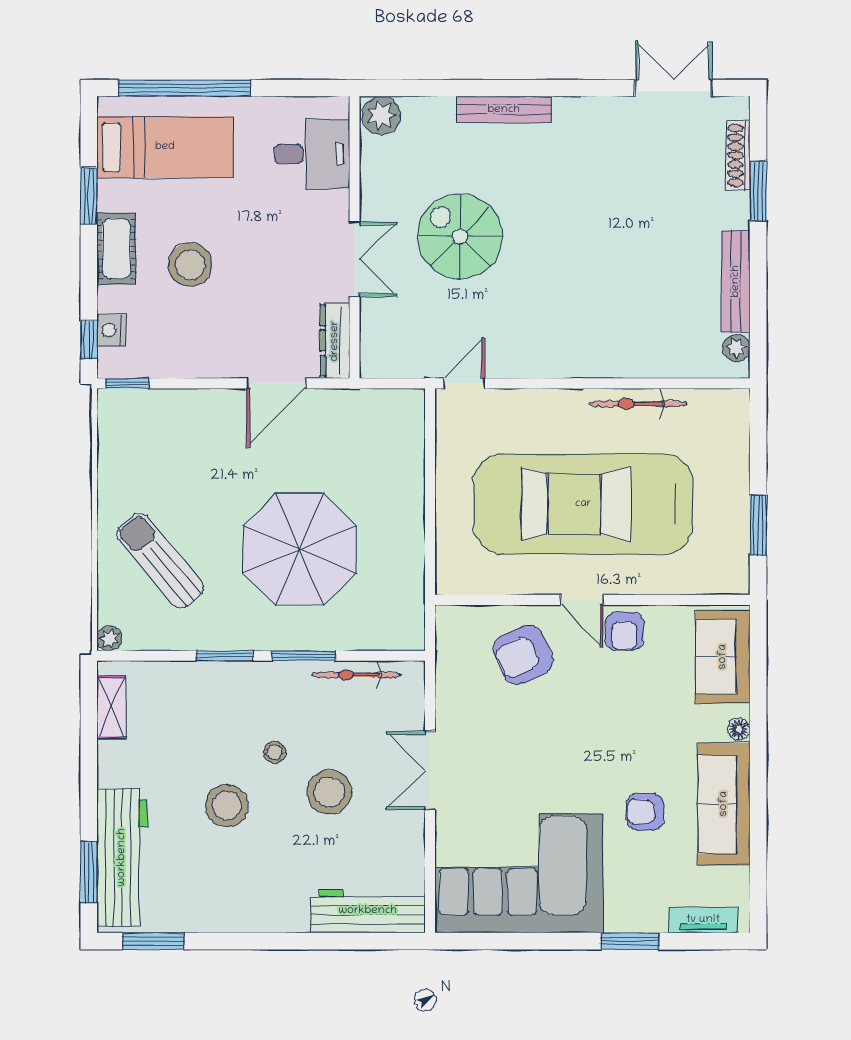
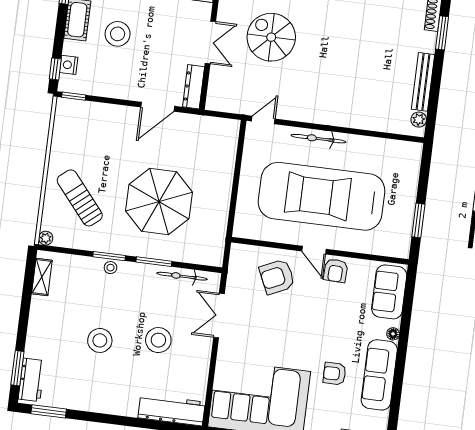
bicycle: (638, 404) -> (318, 139), moved
stool: (275, 752) -> (110, 268), moved
double door: (430, 771) -> (219, 315), moved
workbench: (122, 857) -> (32, 380), width x0.53, depth x0.76

